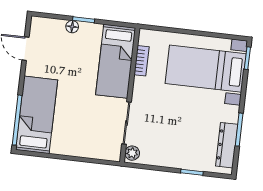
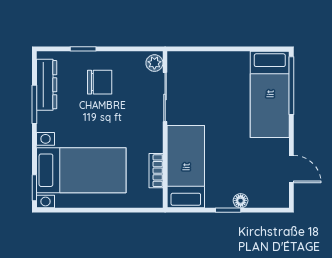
chair: (181, 142) -> (100, 82), added

